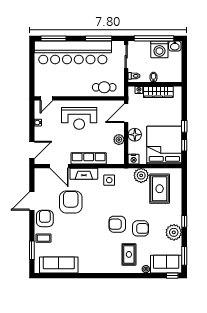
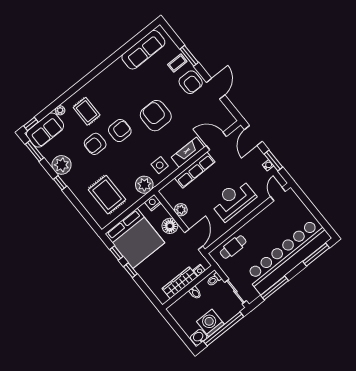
window: (32, 123) -> (273, 160), added
plant: (141, 175) -> (144, 185), moved
armchair: (71, 202) -> (156, 116), moved, turned 180
window: (32, 250) -> (189, 56), moved

